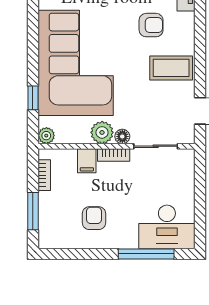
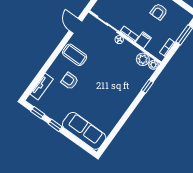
corner sofa: (76, 63) -> (116, 88), removed
plant: (102, 132) -> (143, 59), moved

